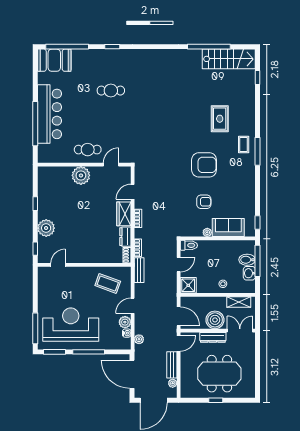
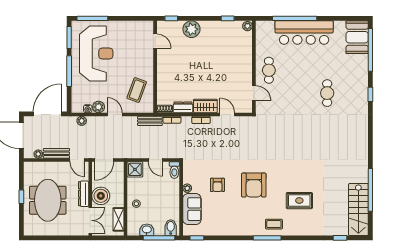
plant: (81, 175) -> (247, 26), moved, width x0.53, depth x0.53
window: (35, 204) -> (228, 18), moved
bidet: (247, 260) -> (171, 228), moved

